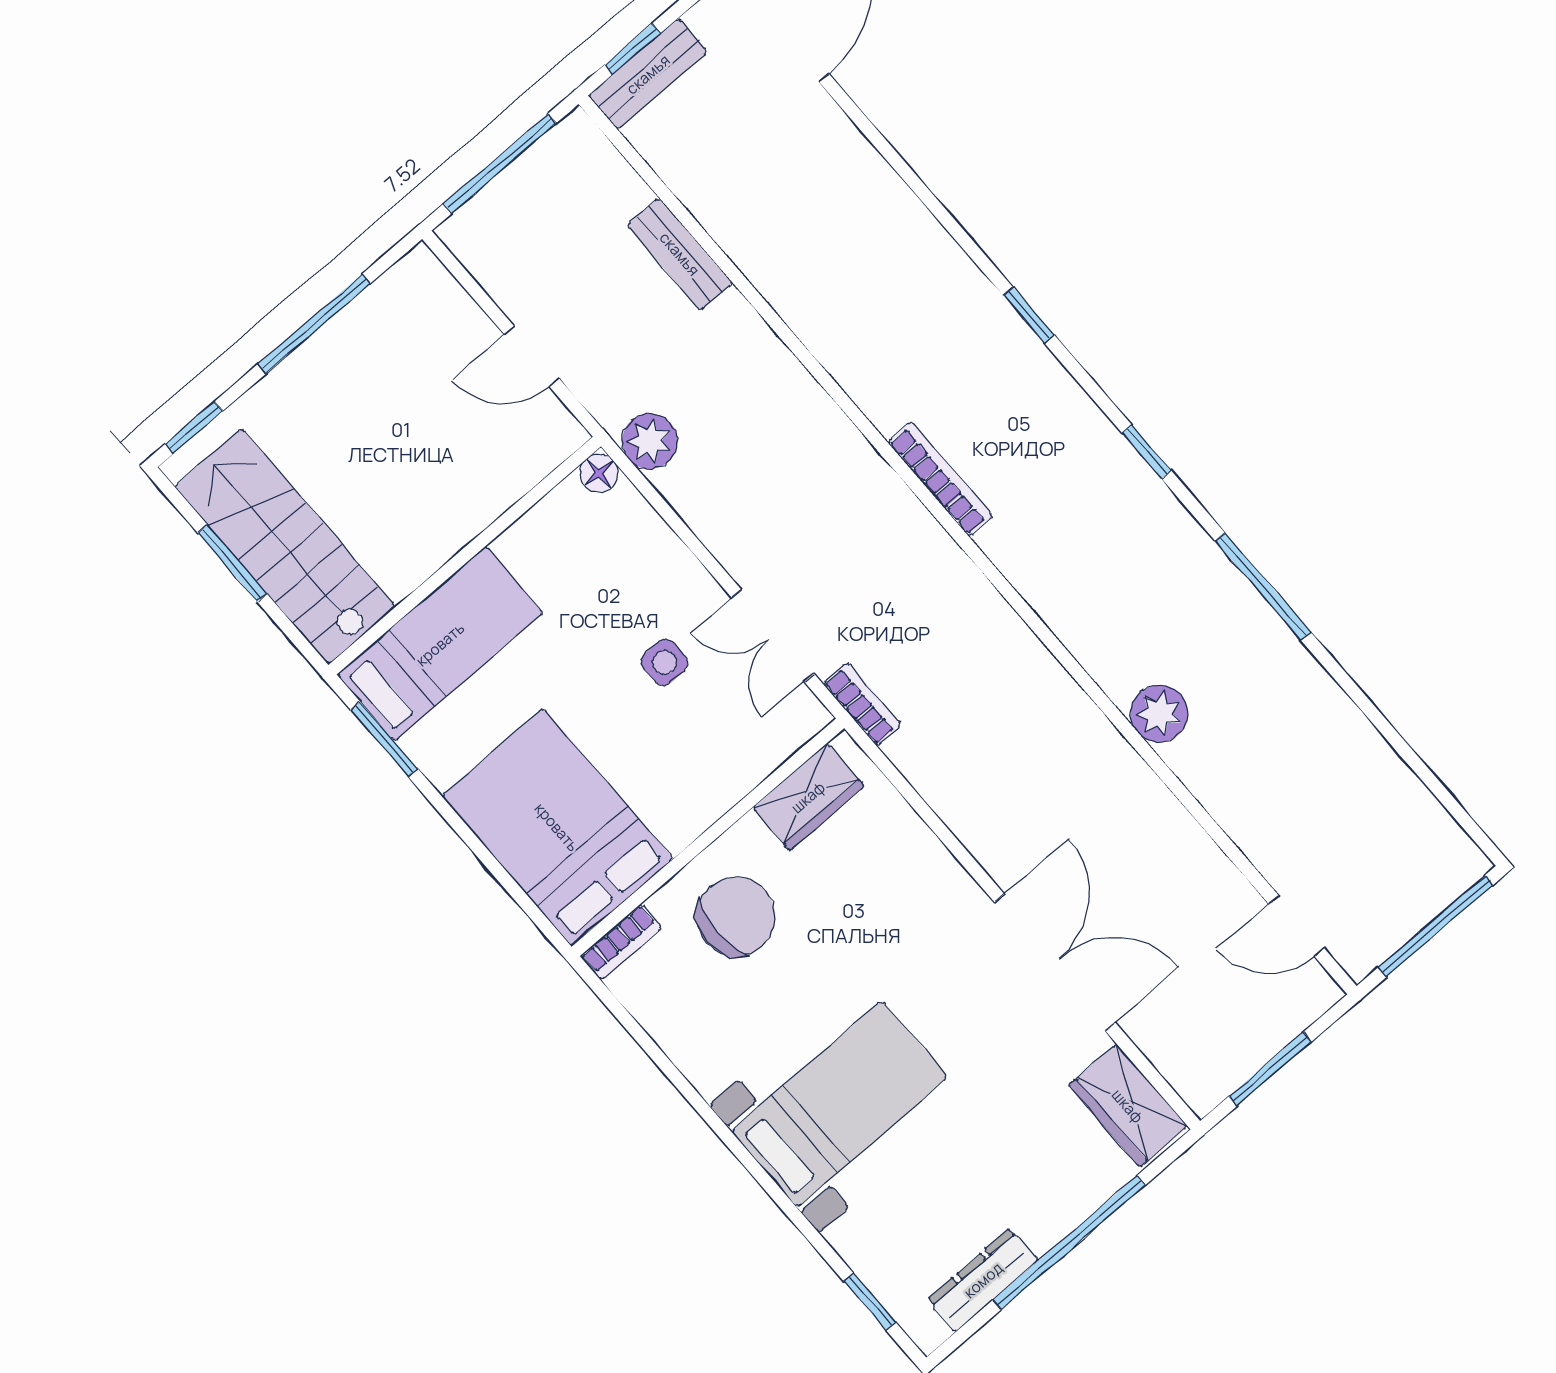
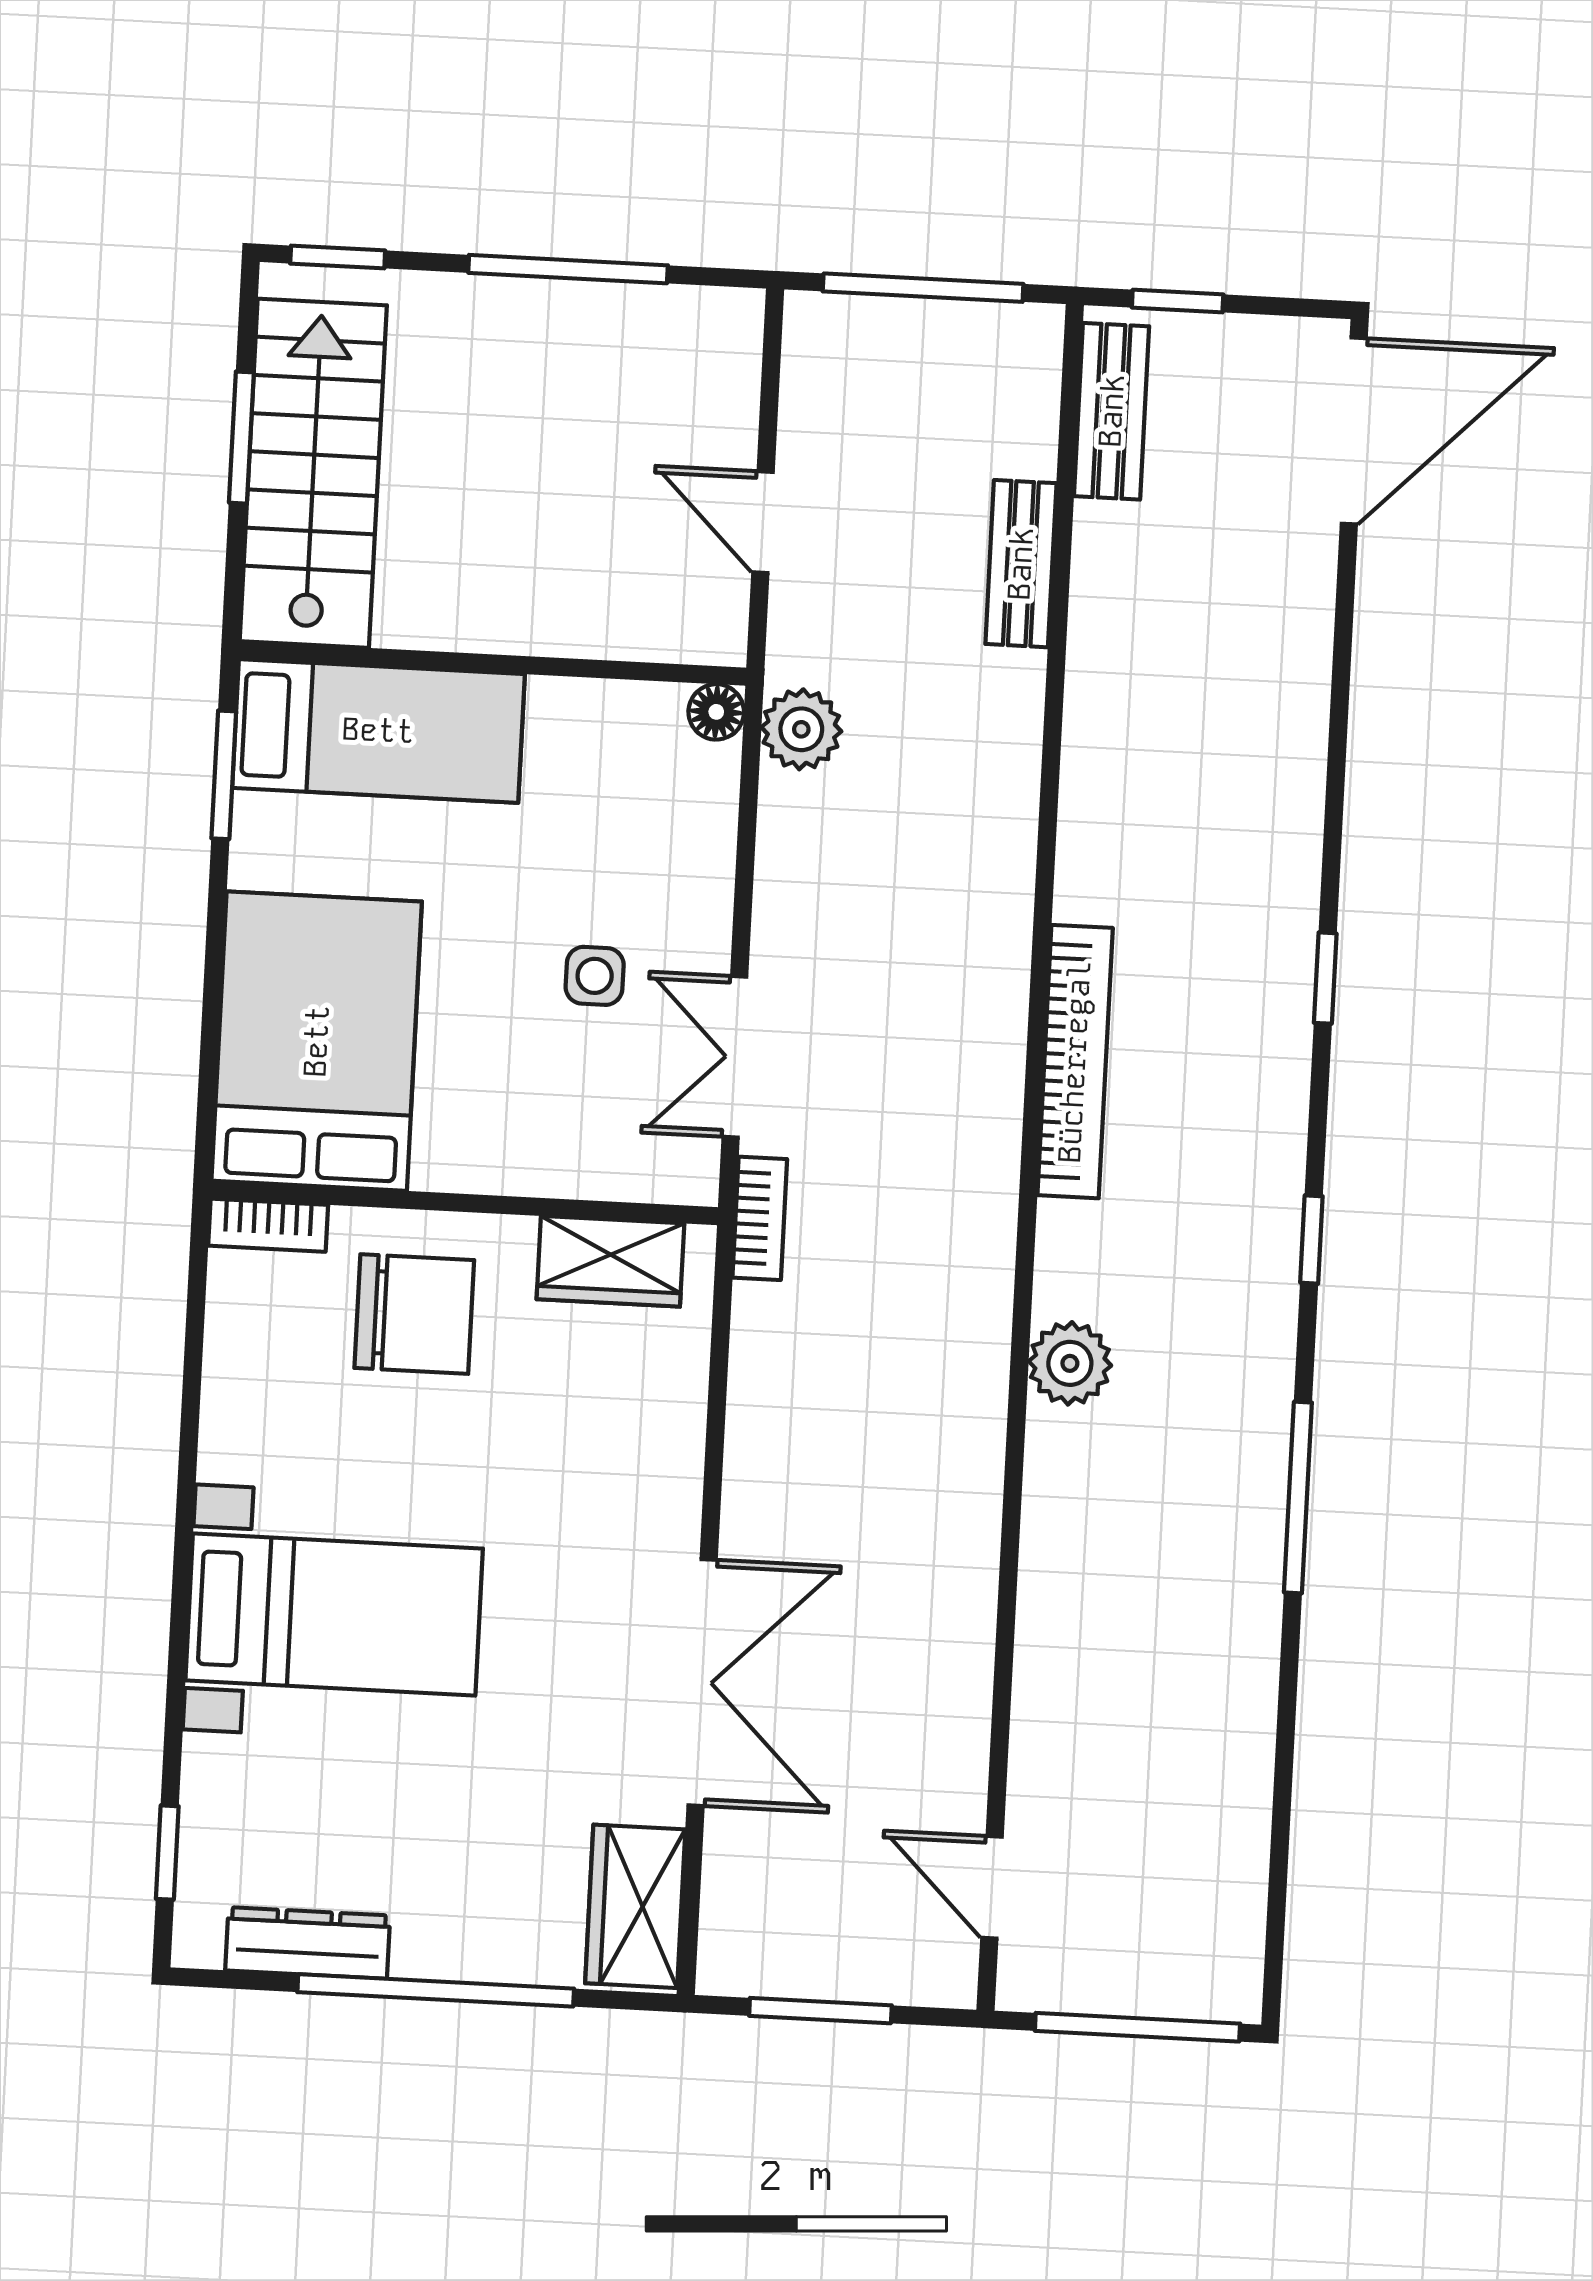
bench: (648, 74) -> (1112, 411), moved, turned 90
bookcase: (940, 479) -> (1075, 1062), width x1.48, depth x1.31
plant: (1159, 714) -> (1070, 1363), moved

